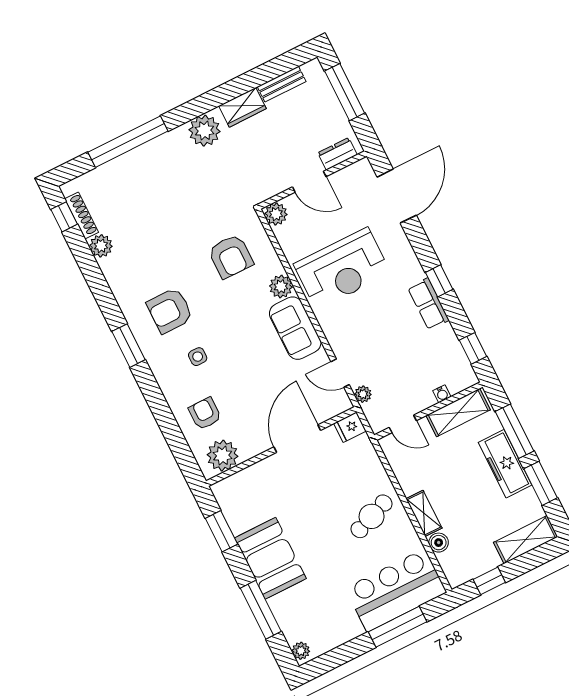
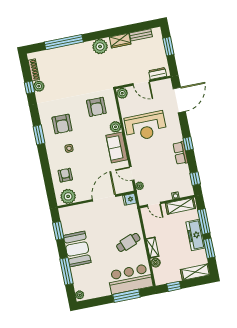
window: (345, 92) -> (168, 46), width x0.69
window: (64, 217) -> (29, 87), moved
armchair: (170, 311) -> (62, 124), turned -90

